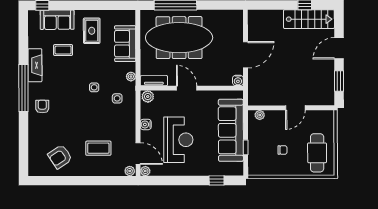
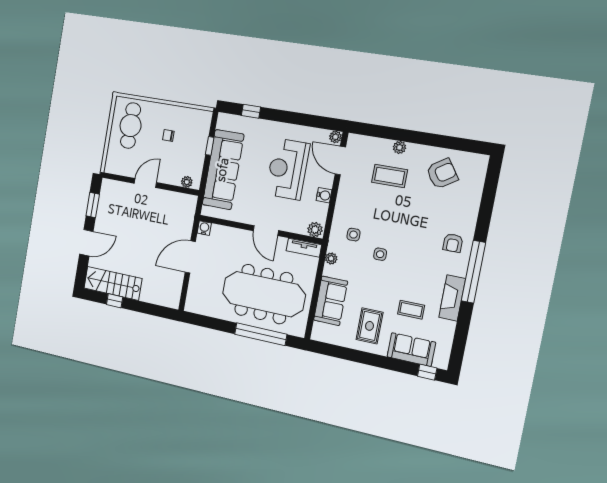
plant: (130, 171) -> (399, 147), moved

